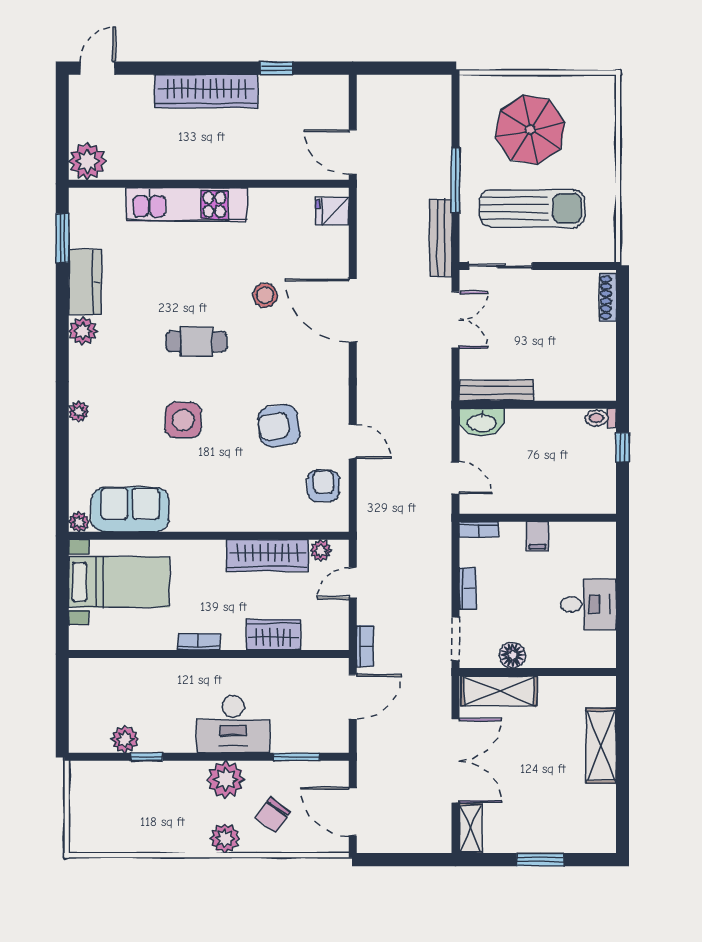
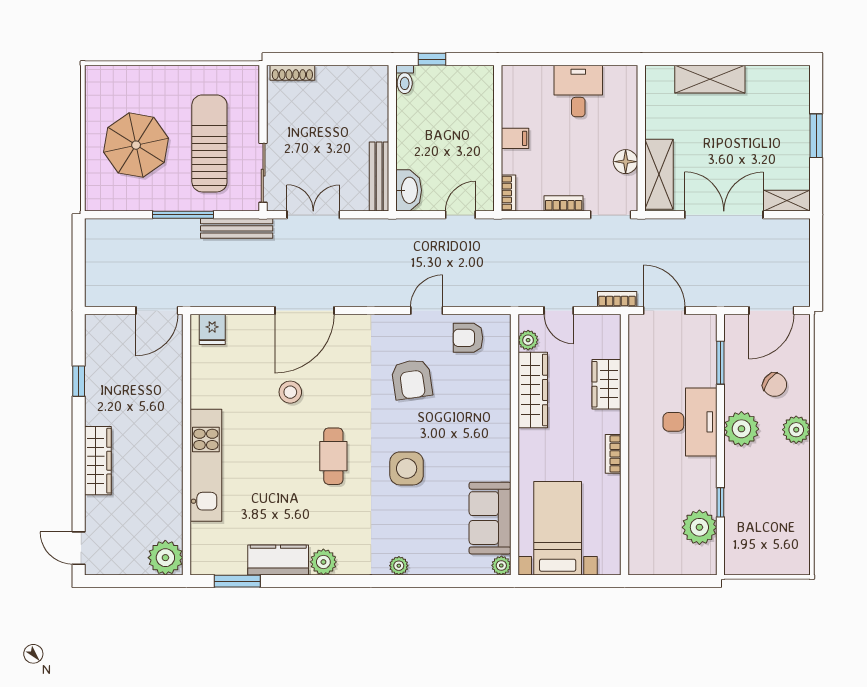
wardrobe: (206, 91) -> (98, 461), width x0.71, depth x0.85
plant: (125, 739) -> (699, 527), width x1.36, depth x1.36

